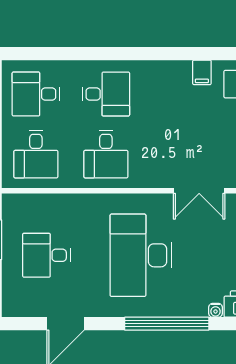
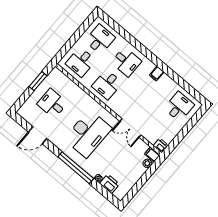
filing cabinet: (202, 72) -> (157, 74), moved
desk: (36, 94) -> (100, 39), turned 90
desk: (141, 255) -> (88, 134), turned 180

